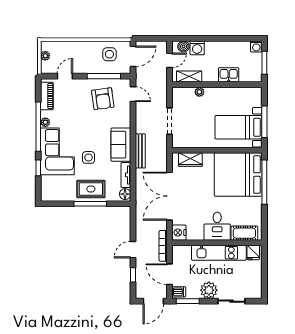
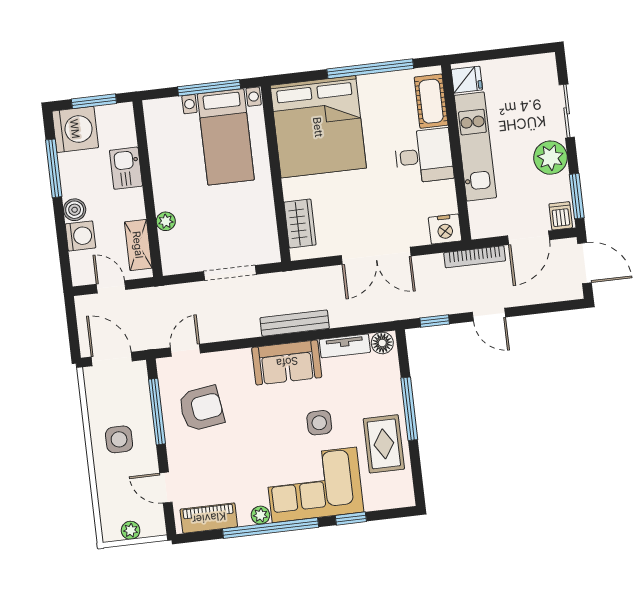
window: (233, 38) -> (54, 168), added
boiler: (183, 46) -> (75, 210), moved
washing machine: (256, 47) -> (75, 129), width x1.89, depth x1.89
side table: (109, 54) -> (119, 439), moved
window: (264, 182) -> (370, 69), moved
rug: (91, 189) -> (384, 444), moved
double door: (170, 196) -> (376, 256), width x0.73
window: (133, 275) -> (435, 321), moved

